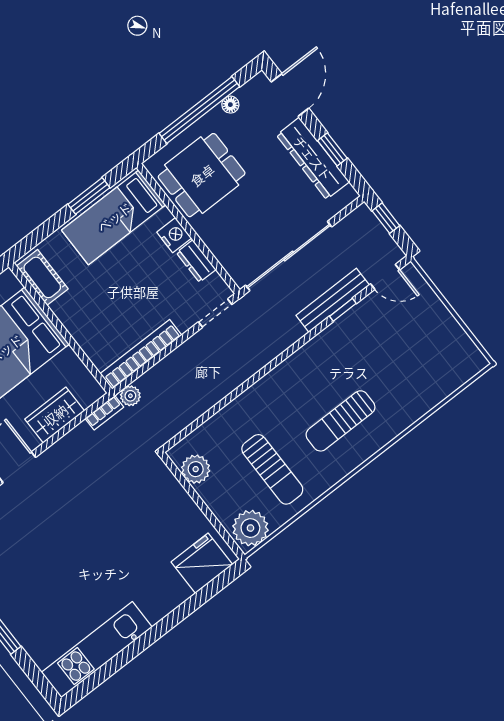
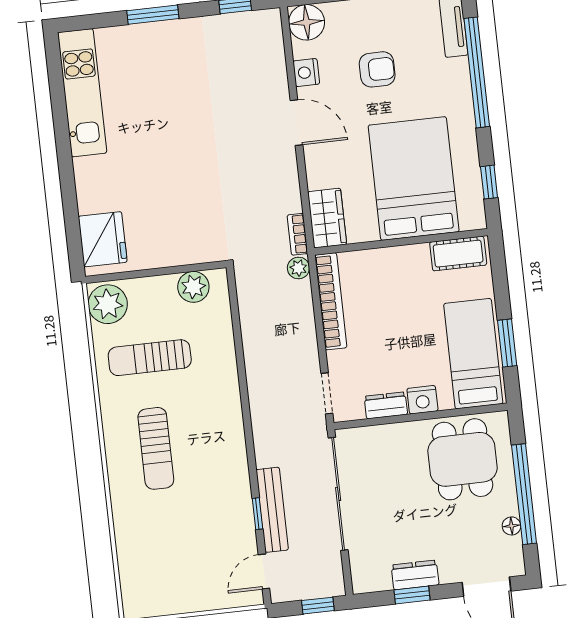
dresser: (313, 158) -> (415, 575), width x0.51, depth x0.80
wardrobe: (55, 415) -> (327, 218), moved
sun lounger: (341, 421) -> (156, 448), turned 180

